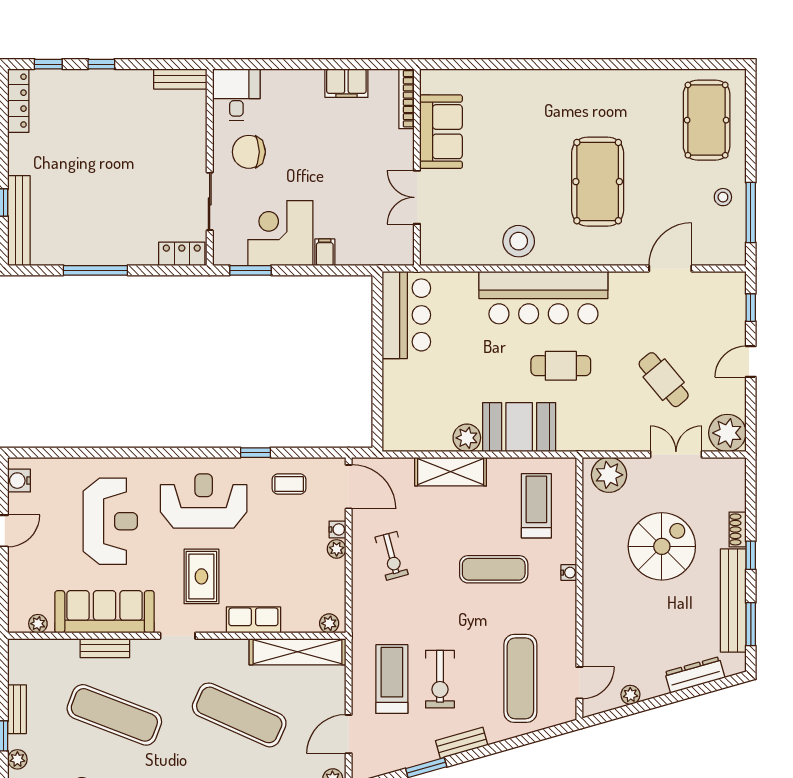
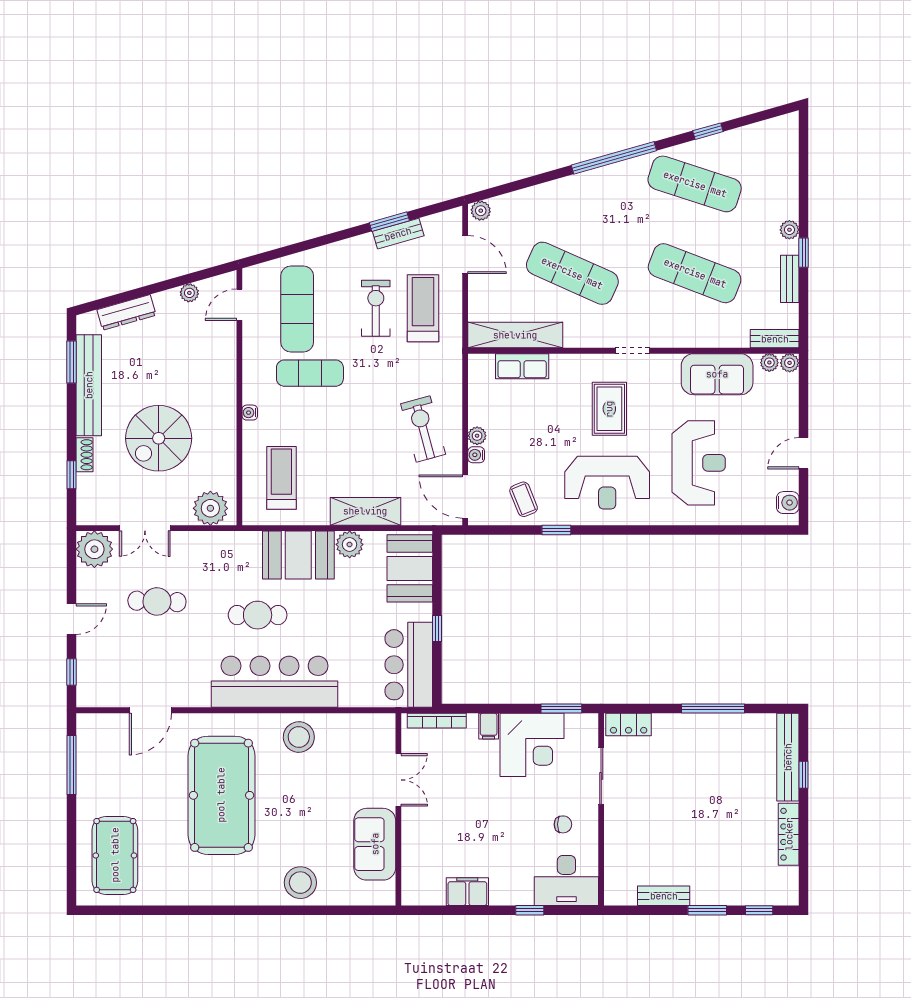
window: (101, 64) -> (707, 910), width x1.50
window: (283, 64) -> (530, 910), added
bench: (180, 79) -> (664, 896), moved
desk: (236, 94) -> (566, 881), width x1.37
bookcase: (406, 99) -> (437, 721), moved, turned 90
locker: (18, 101) -> (789, 834), moved
chair: (249, 152) -> (563, 824), width x0.54, depth x0.54
pool table: (598, 182) -> (221, 795), width x1.36, depth x1.32
stool: (723, 197) -> (300, 883), moved, width x1.89, depth x1.89
window: (377, 352) -> (437, 629), added
cafe table: (664, 380) -> (157, 601), turned -48
booth: (405, 413) -> (410, 568), added
coffee table: (289, 484) -> (524, 499), turned 68
treadmill: (536, 506) -> (281, 478), turned 180
reception desk: (110, 521) -> (699, 463), turned 180
window: (751, 555) -> (72, 475), moved
exercise bike: (392, 556) -> (423, 429), width x1.38, depth x1.39
exercise mat: (494, 569) -> (310, 373), moved
sofa: (105, 612) -> (717, 374), width x0.73
row of seats: (253, 620) -> (522, 366), moved
plant: (329, 623) -> (790, 363), moved
bench: (105, 648) -> (775, 339), moved
treadmill: (392, 679) -> (423, 308), turned 180
door: (349, 734) -> (465, 255), hinge flipped
bench: (462, 743) -> (398, 234), moved

